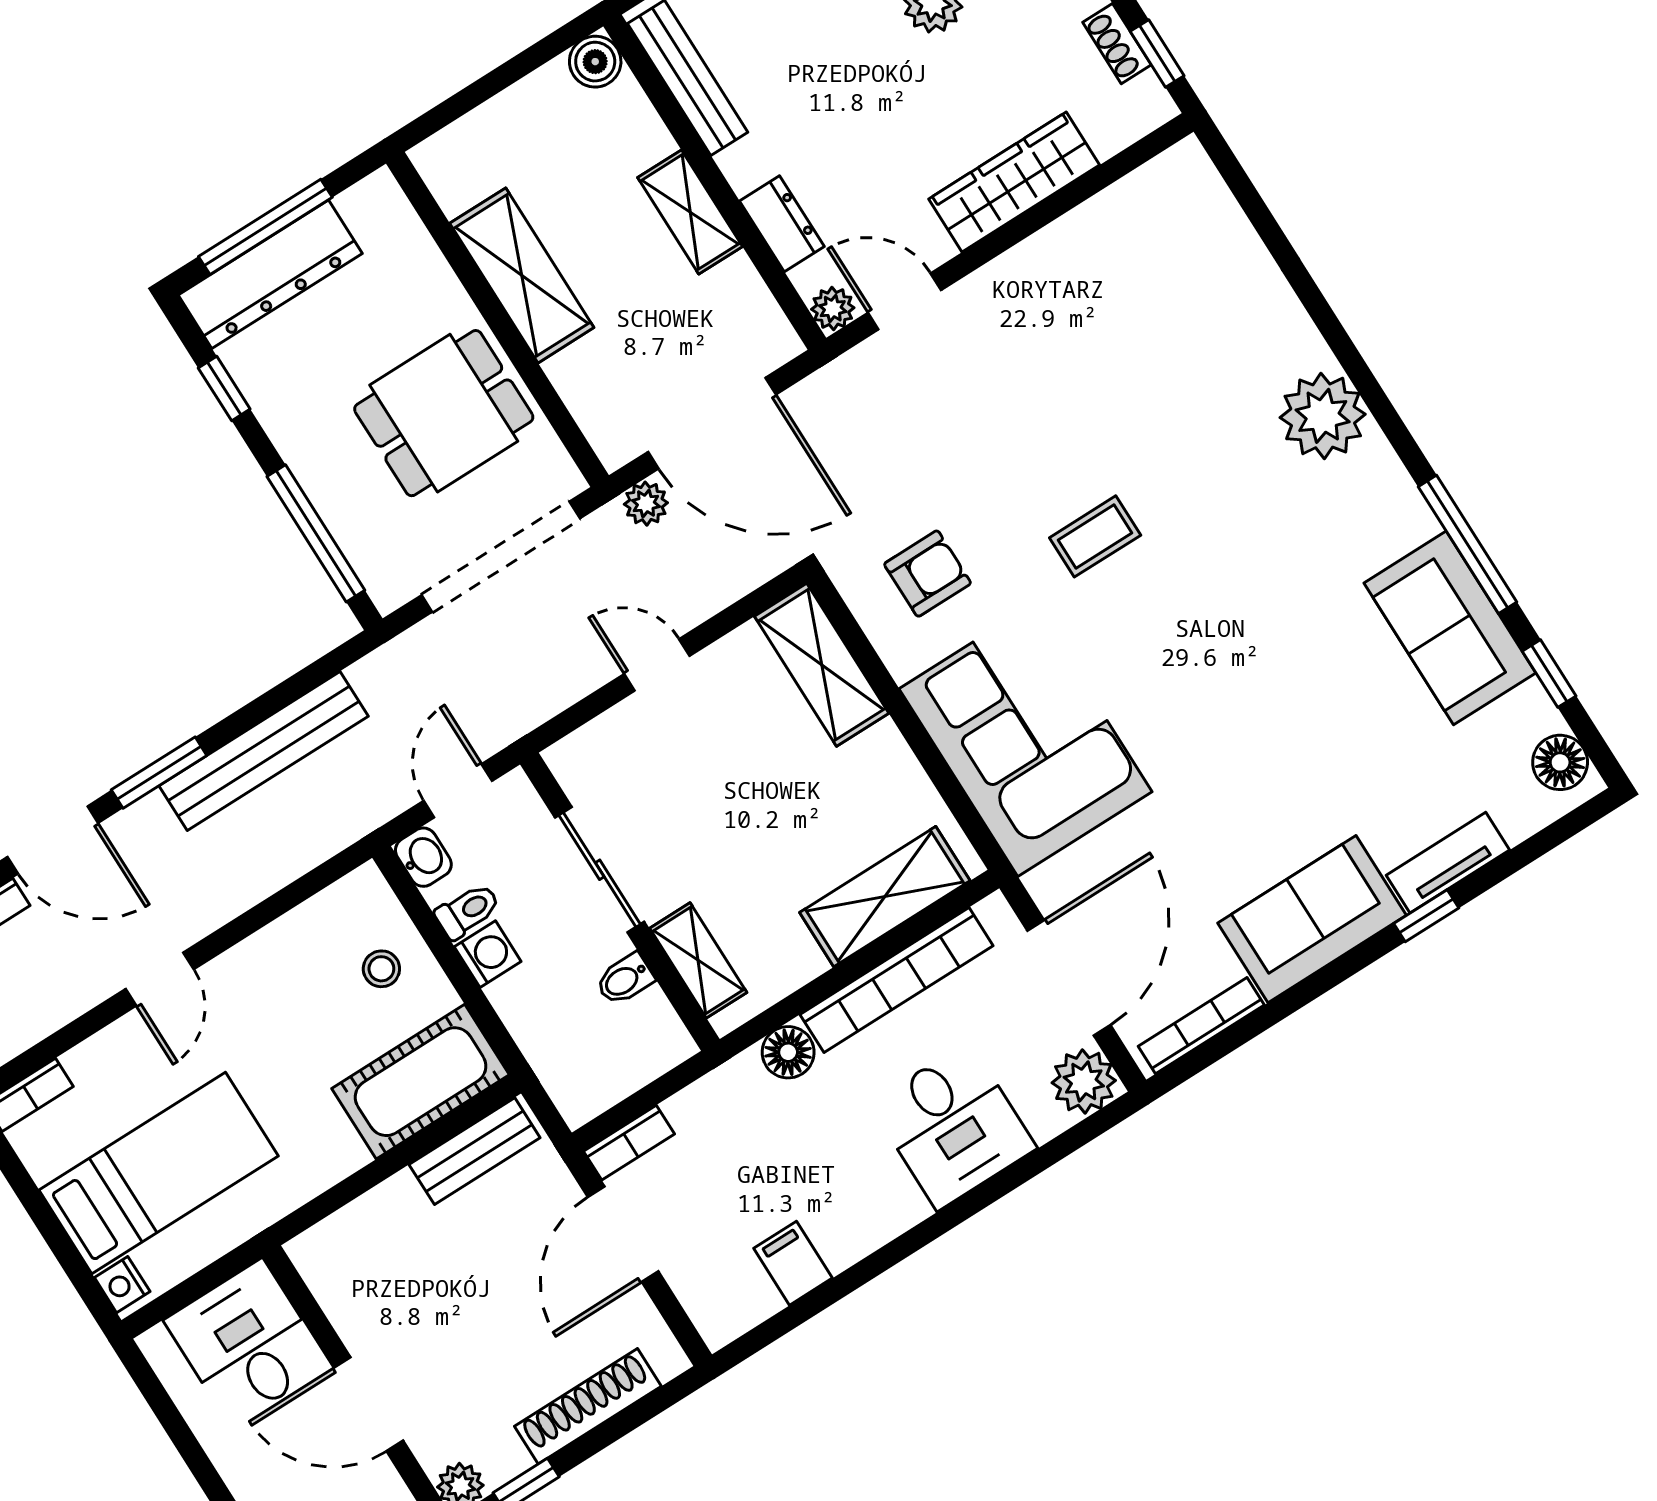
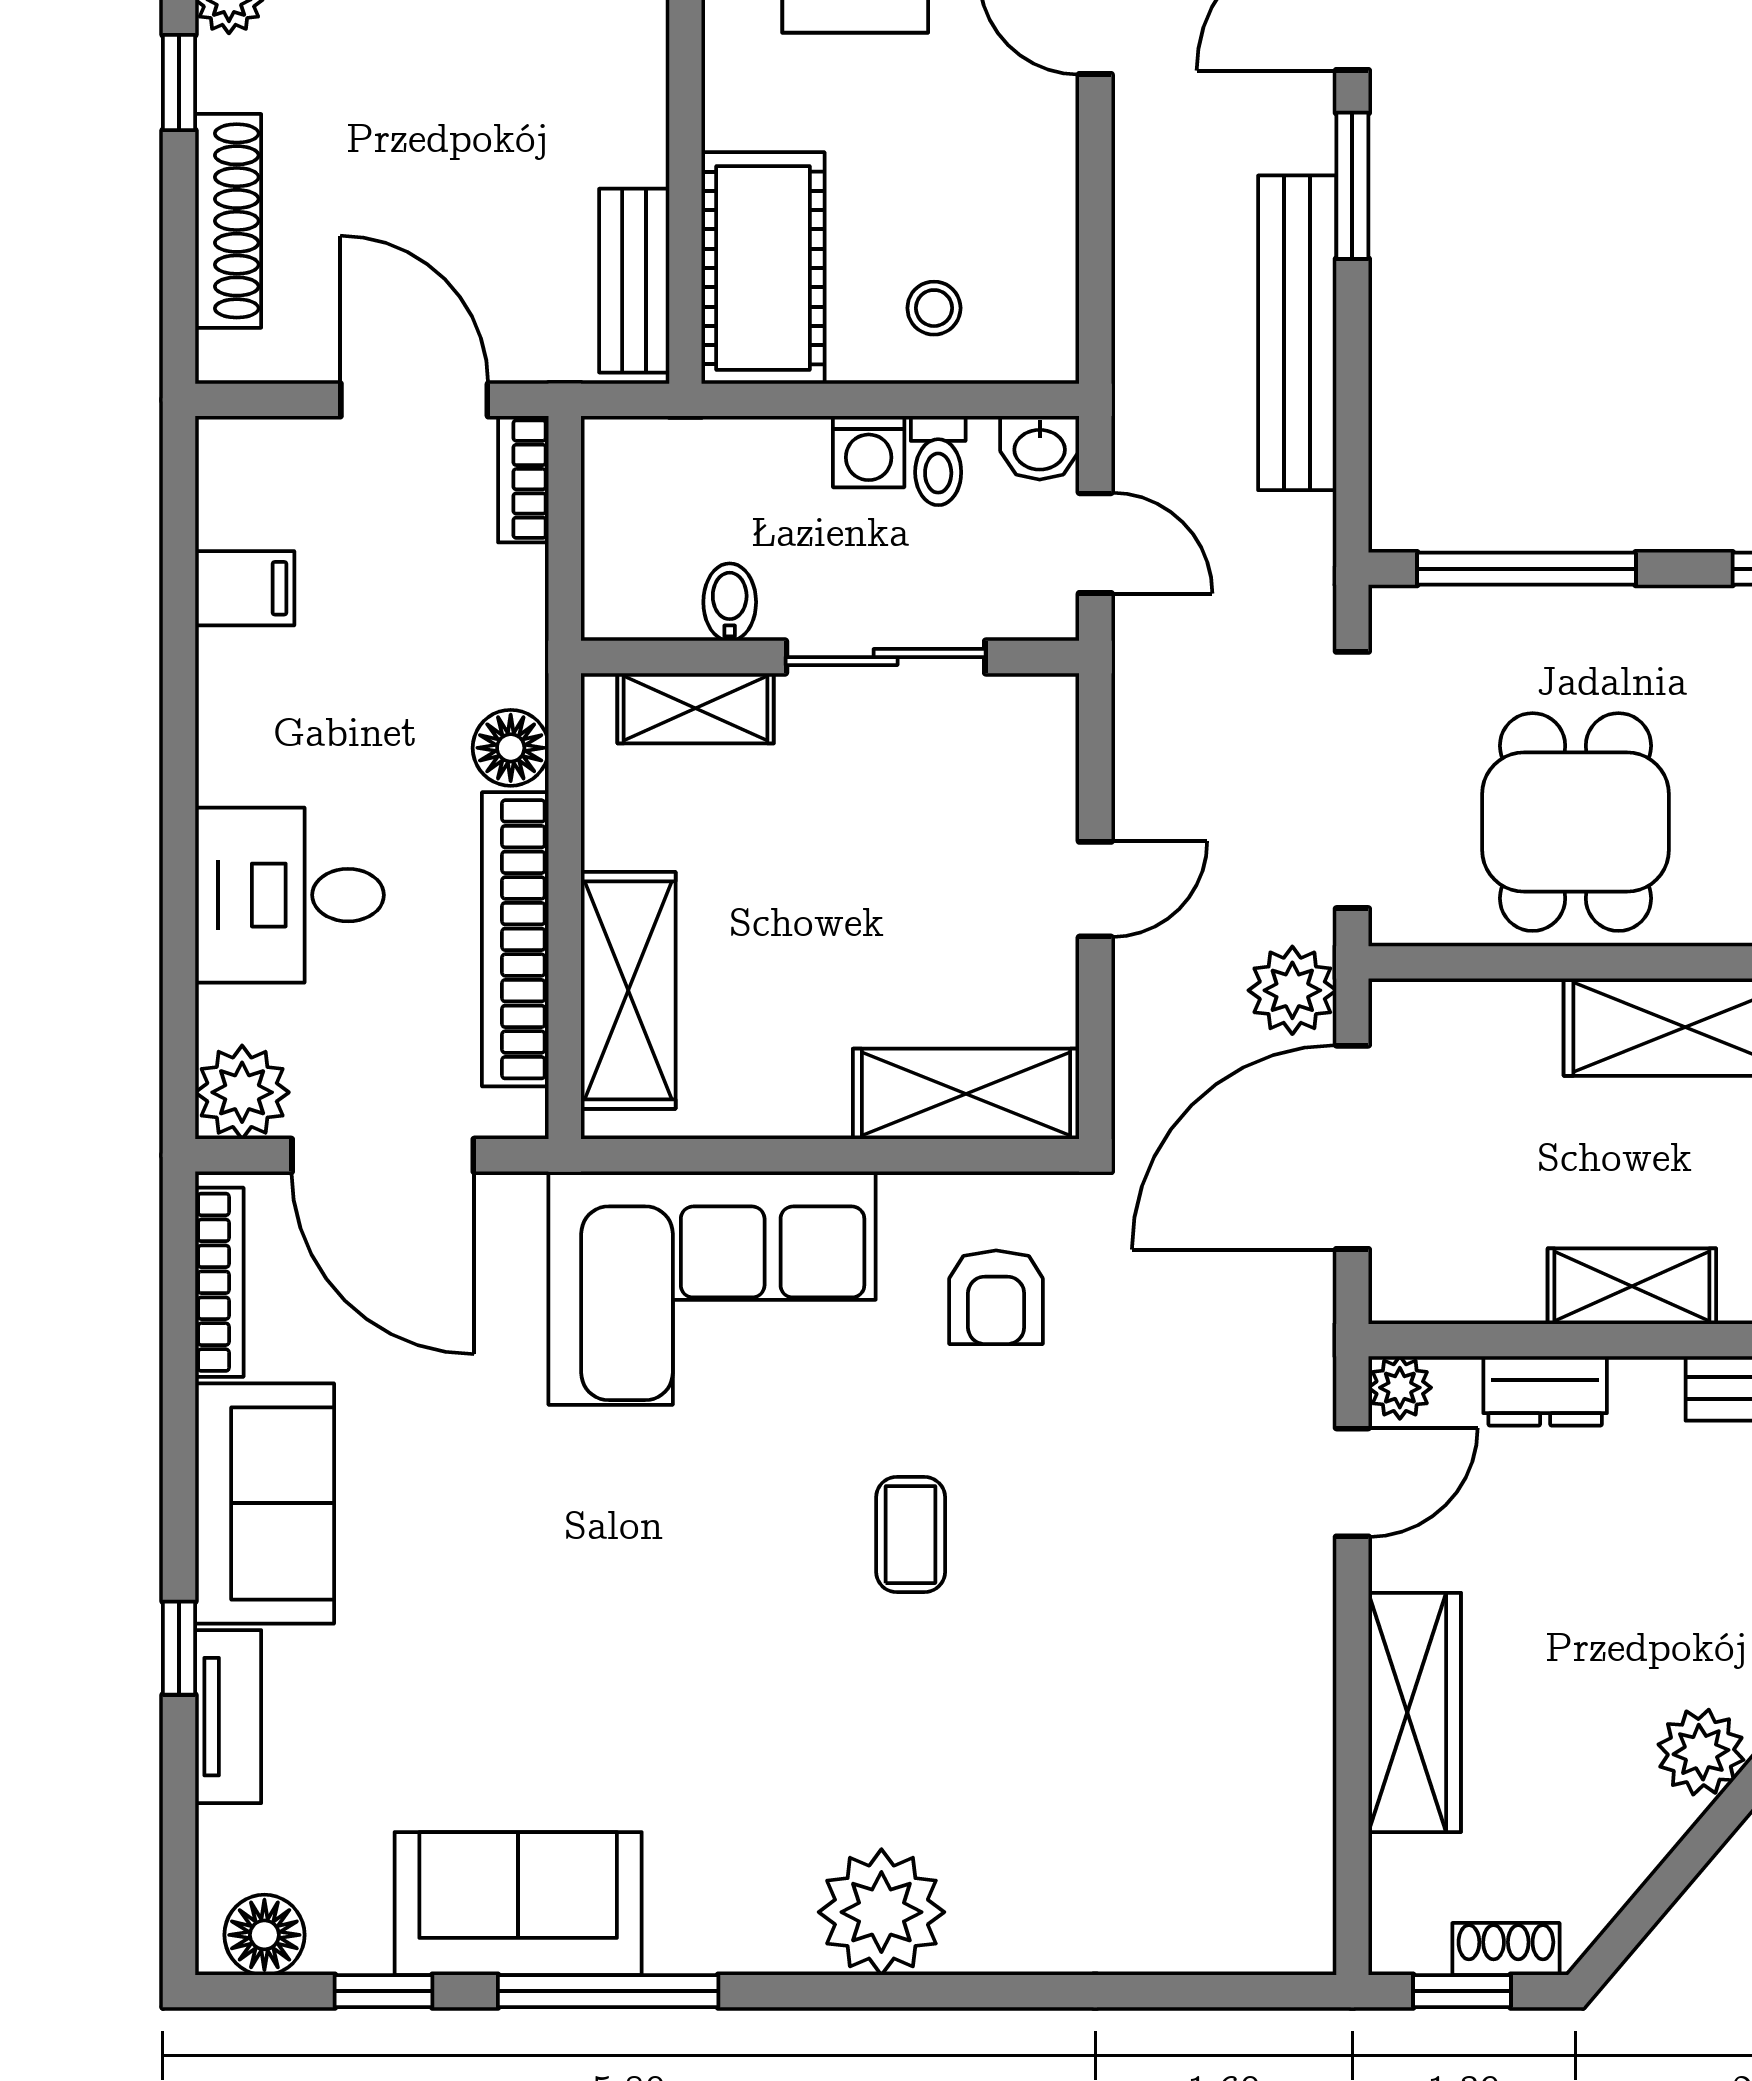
plant: (646, 504) -> (1292, 990), width x1.38, depth x1.38

